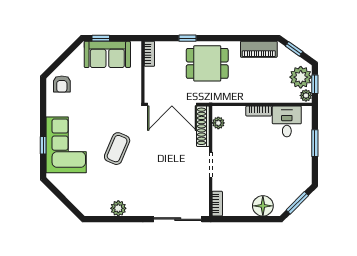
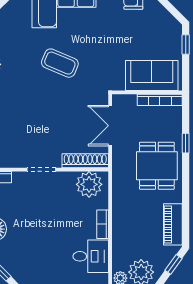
sofa: (107, 54) -> (152, 75), moved, turned 90
bookcase: (149, 54) -> (160, 100), width x1.56
double door: (172, 104) -> (110, 126), width x0.73
plant: (218, 123) -> (89, 184), width x1.87, depth x1.87

